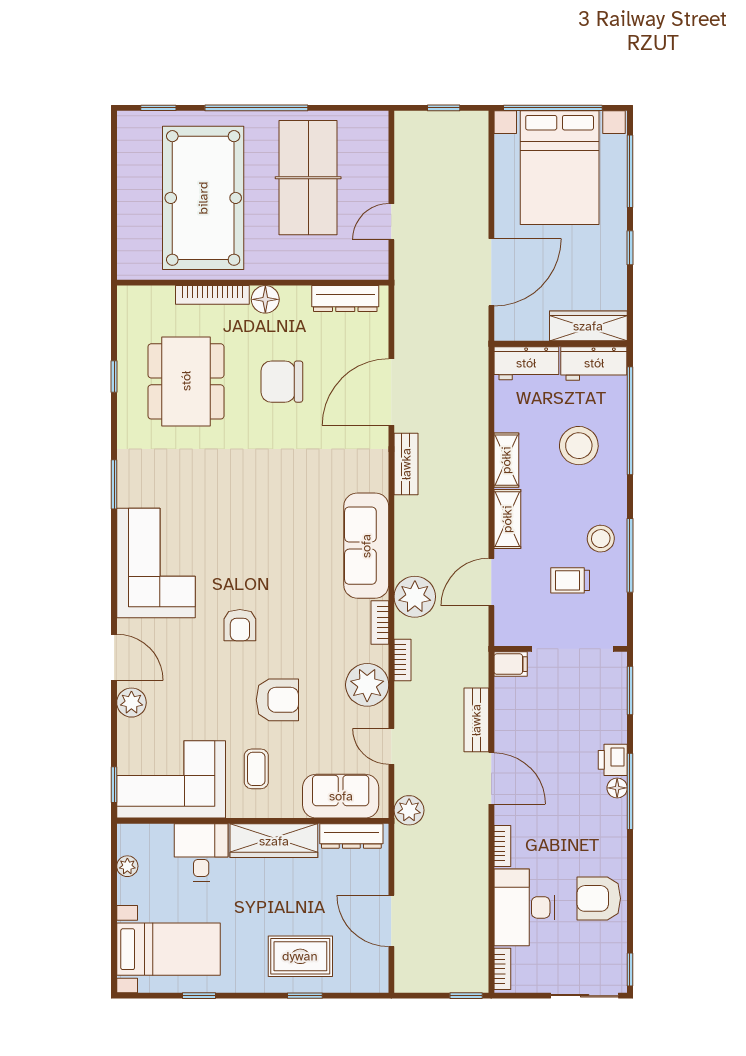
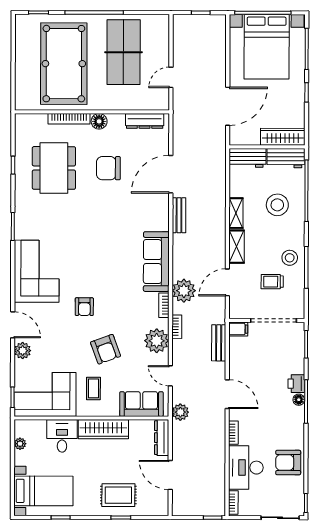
armchair: (277, 700) -> (106, 349), turned 70
bench: (476, 720) -> (219, 343), moved
dresser: (351, 836) -> (162, 438), moved, turned 90

